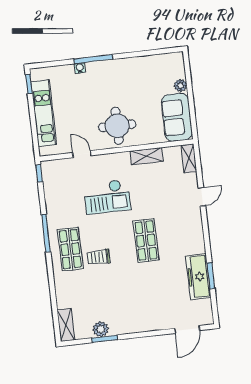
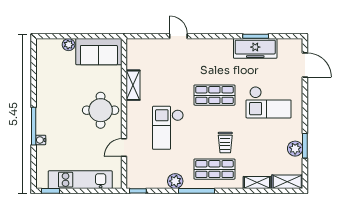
shelving: (189, 158) -> (257, 183), moved
checkout: (107, 197) -> (168, 128), turned 180
plant: (53, 210) -> (175, 181), added
checkout: (145, 297) -> (269, 102), added

